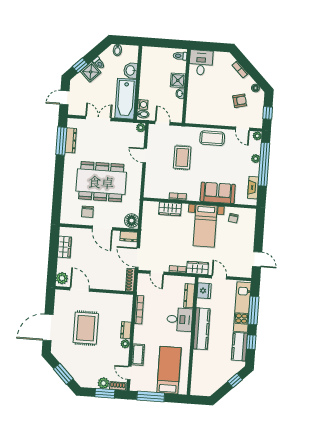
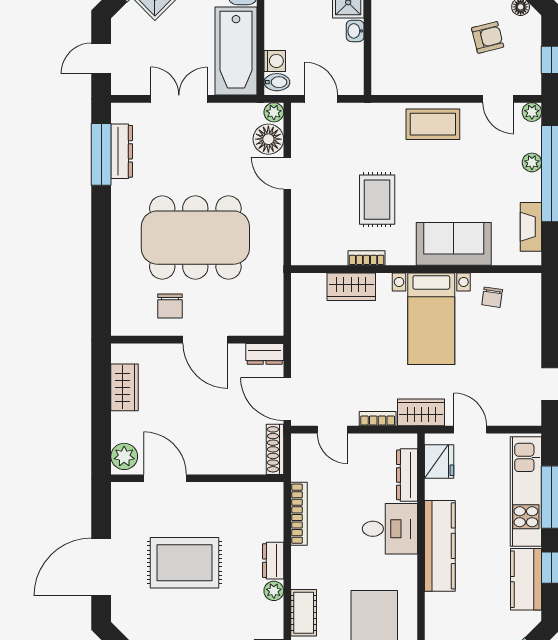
rug: (182, 158) -> (377, 200), moved
floor lamp: (132, 221) -> (268, 139), moved
rug: (86, 328) -> (184, 563), turned 90

